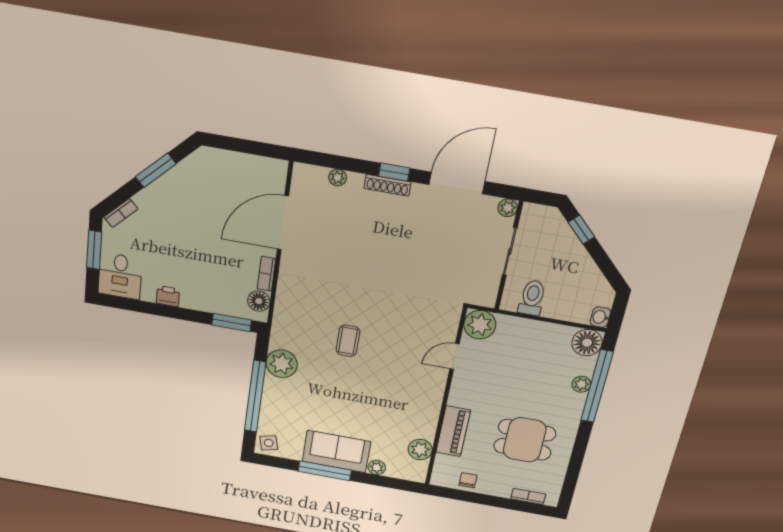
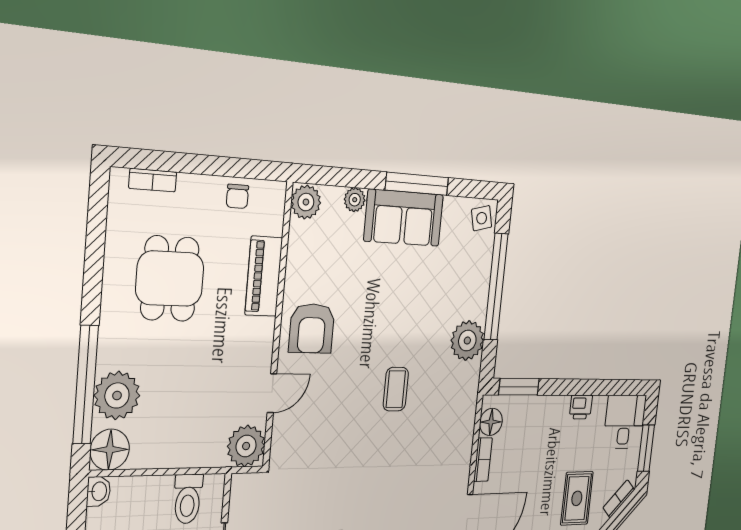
rug: (168, 223) -> (577, 498), added
plant: (581, 384) -> (117, 395), width x1.88, depth x1.88
armchair: (418, 393) -> (312, 328), added
dining table: (525, 440) -> (170, 279), turned 90
plant: (420, 450) -> (306, 202), moved

